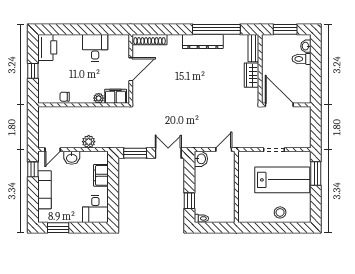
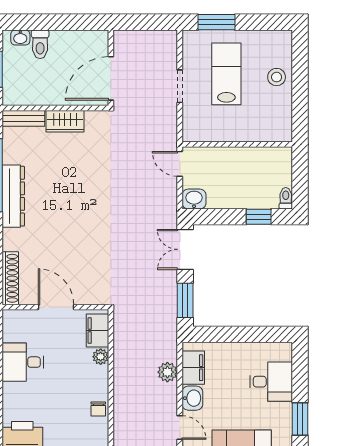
filing cabinet: (101, 175) -> (193, 368), moved, turned -90
lab bench: (282, 180) -> (226, 74), width x0.73, depth x0.72
desk: (95, 209) -> (271, 382), moved

